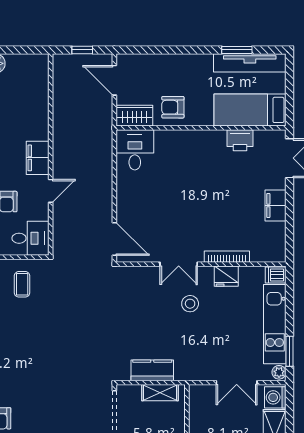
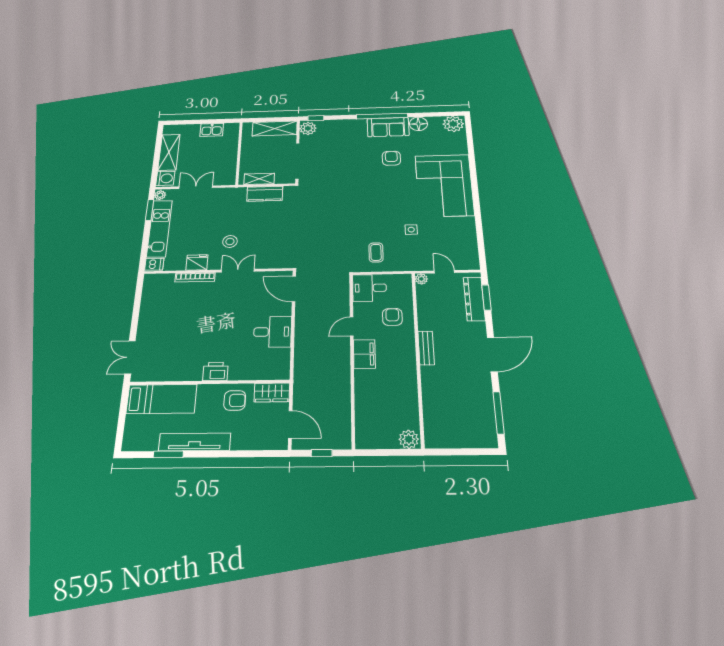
tv unit: (250, 63) -> (195, 442), moved
printer: (240, 140) -> (215, 371), moved
desk: (135, 150) -> (273, 332), moved, turned -90
filing cabinet: (276, 205) -> (148, 318), removed

